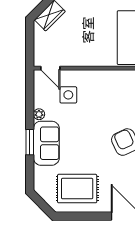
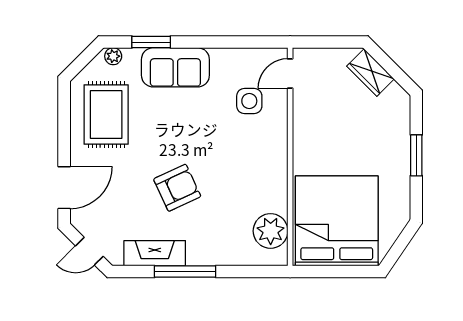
plant: (39, 114) -> (113, 56), moved
window: (30, 142) -> (151, 42), moved

